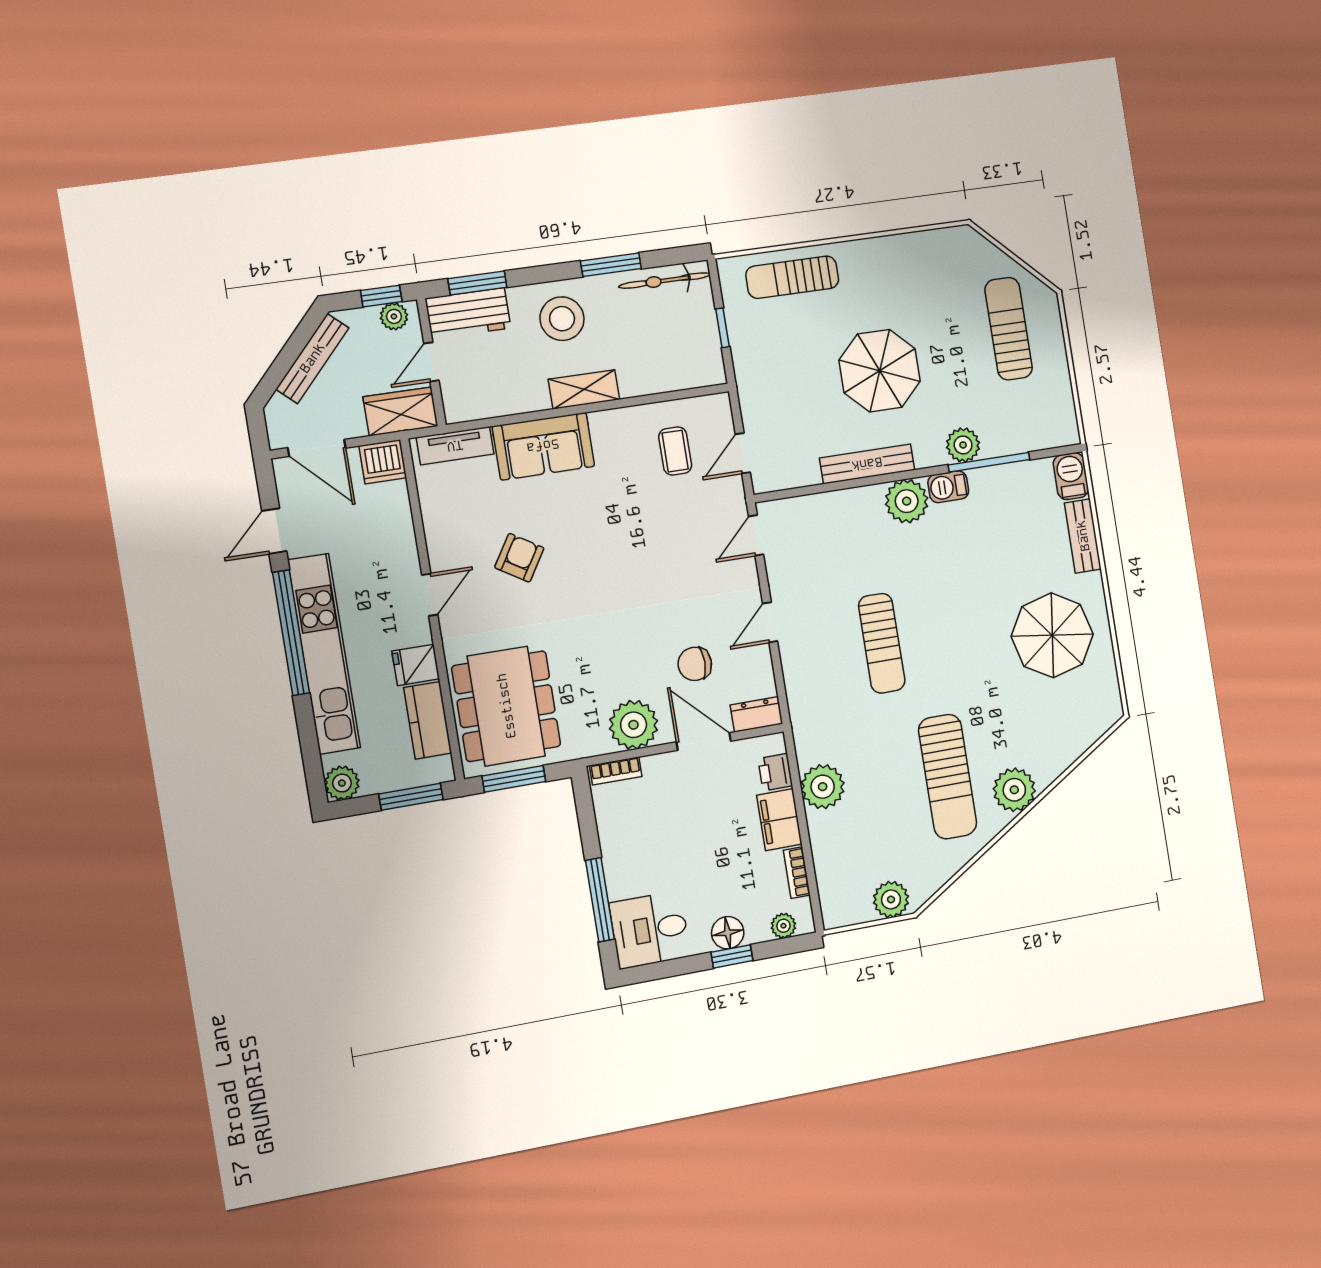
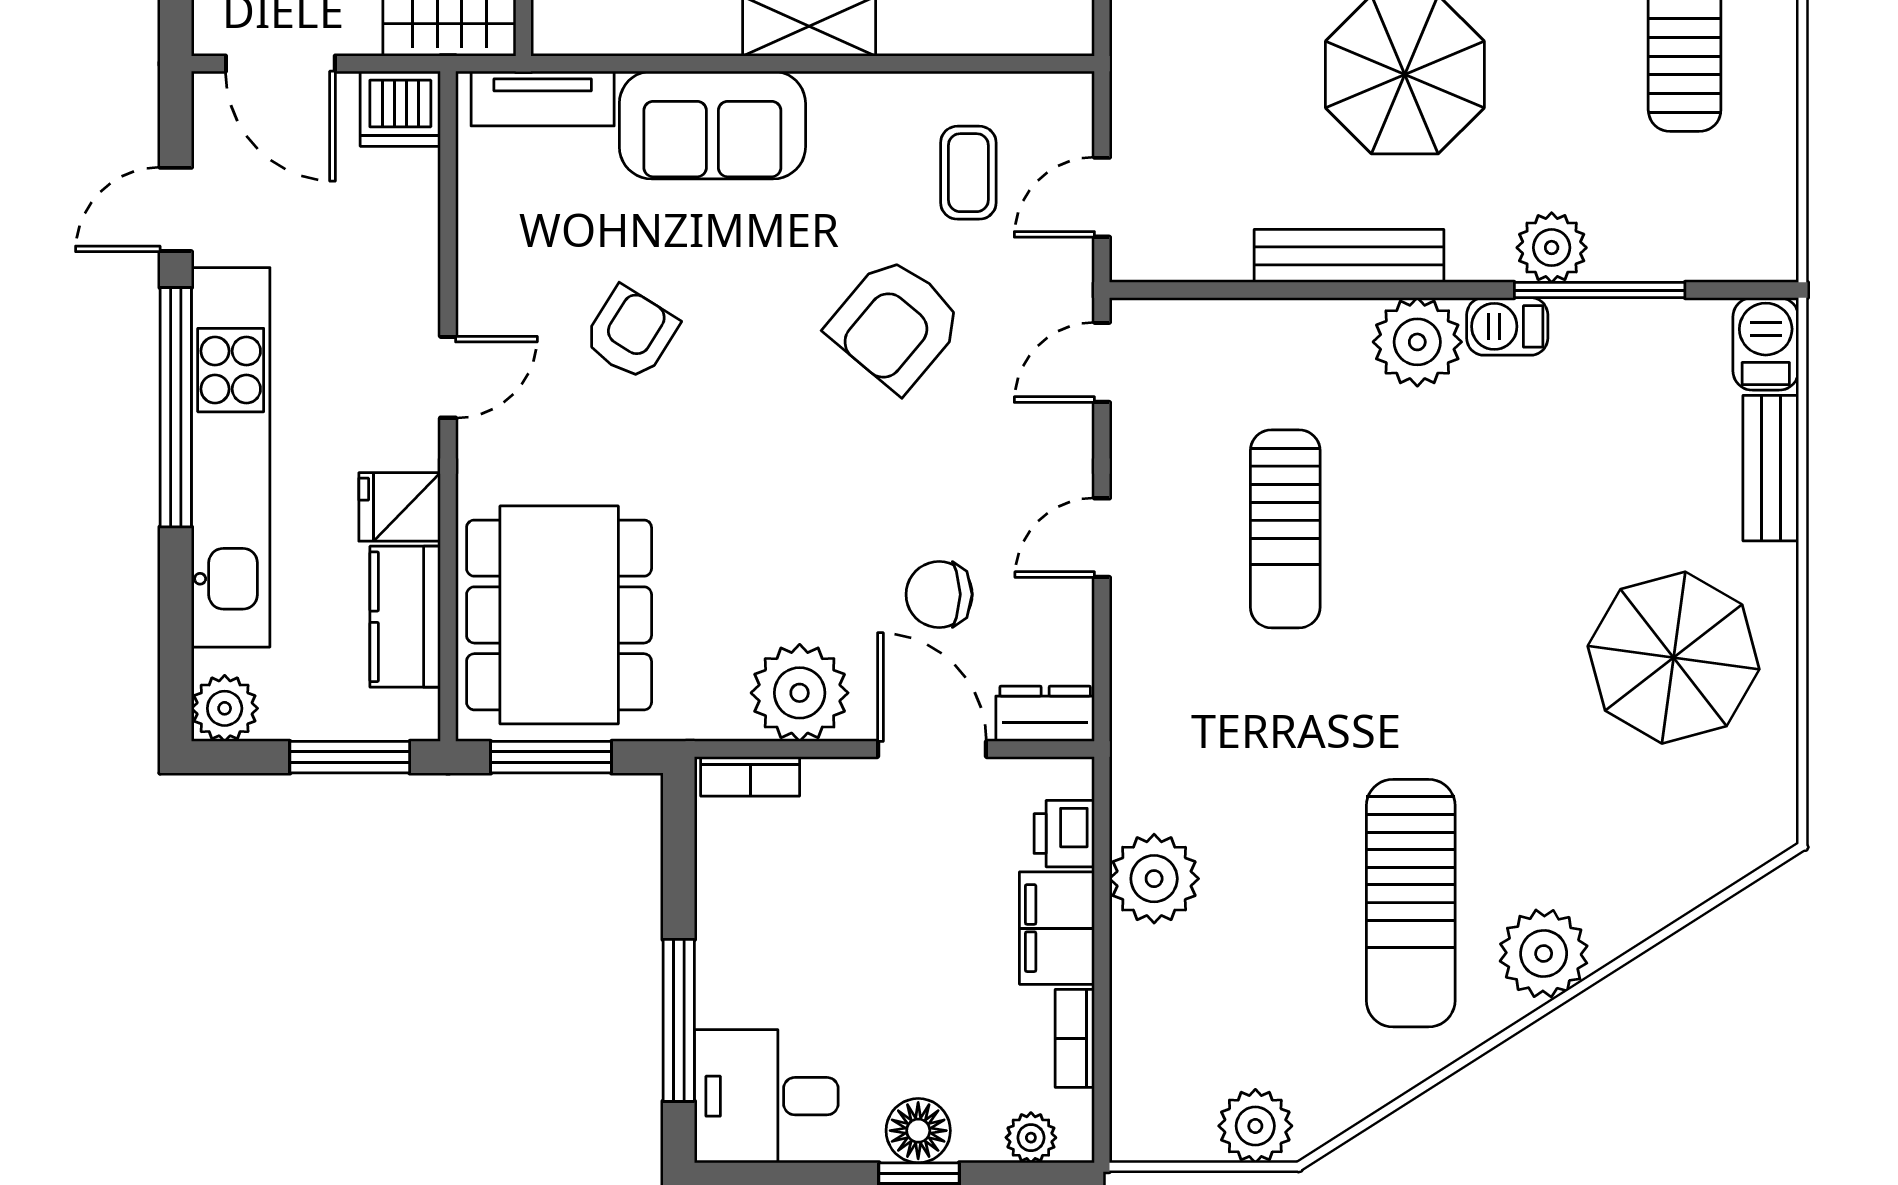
armchair: (651, 532) -> (895, 324), added
sun lounger: (882, 643) -> (1285, 529), moved

